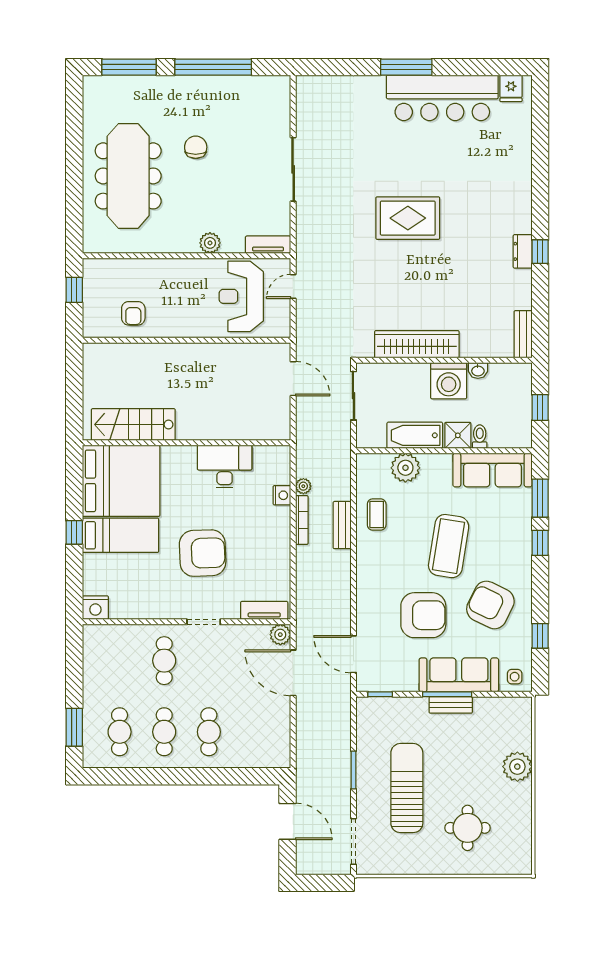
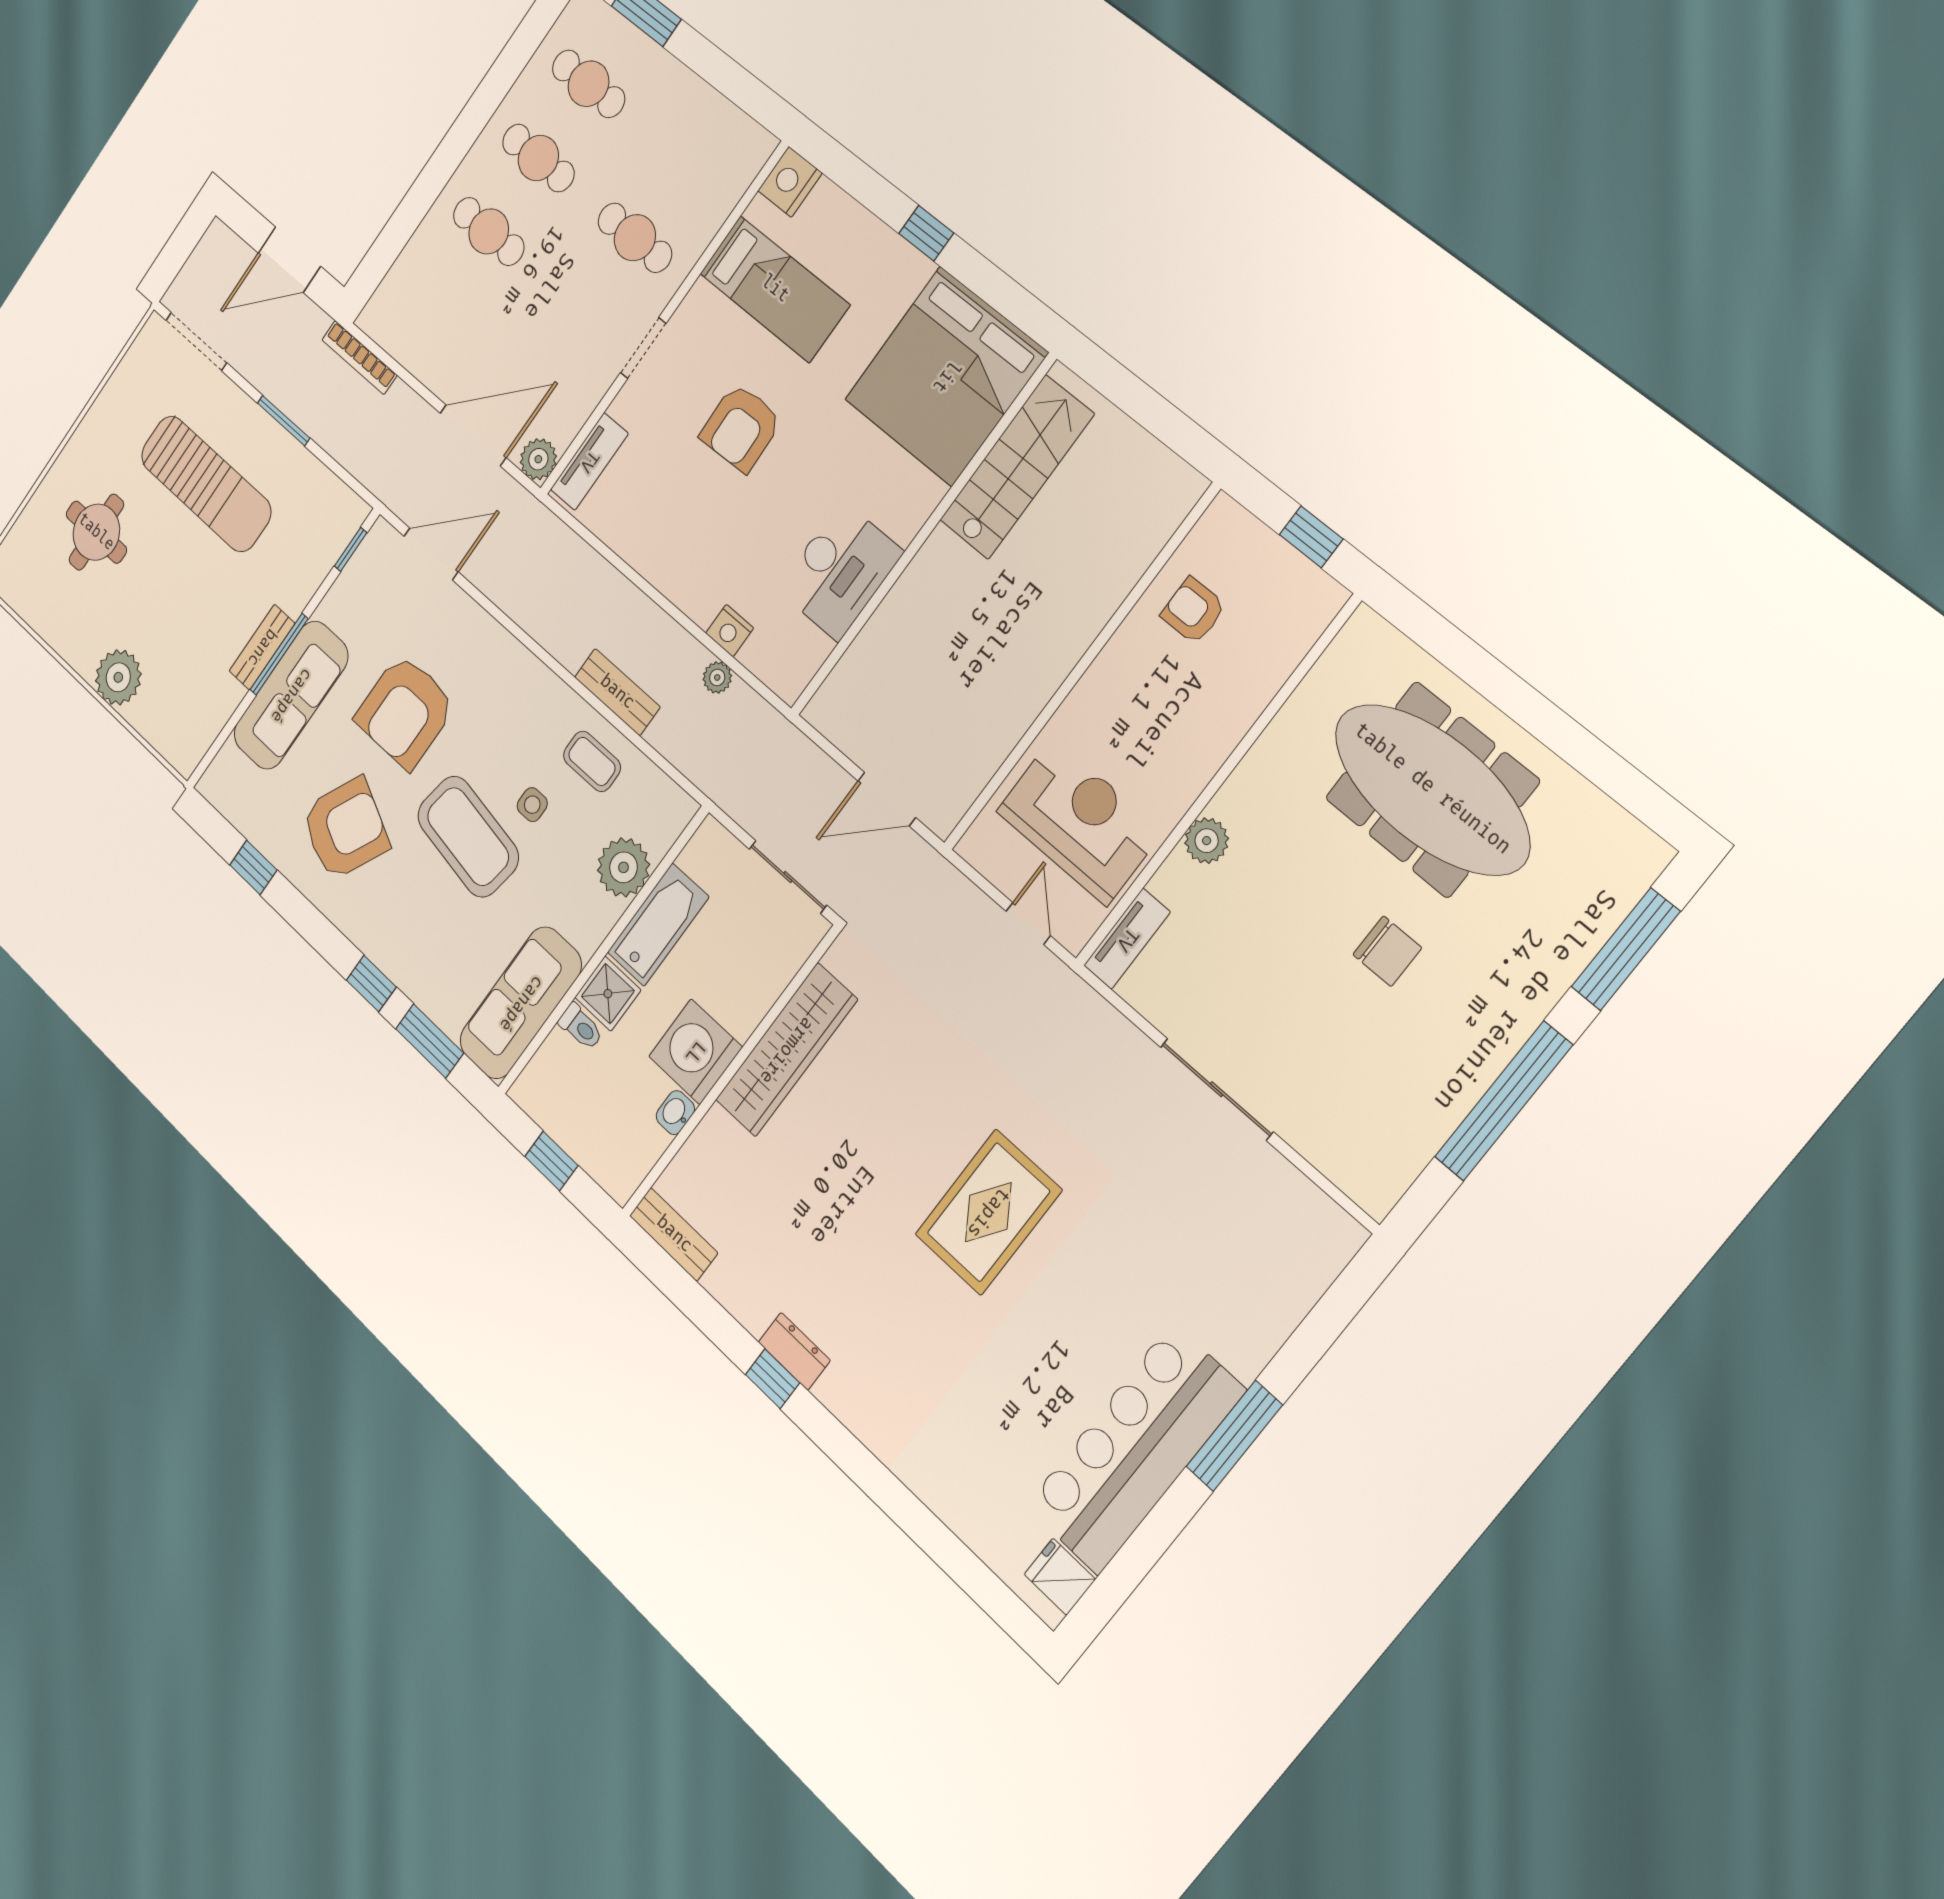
bookcase: (302, 520) -> (359, 357), moved
bed: (121, 535) -> (775, 289), moved, turned -90
armchair: (203, 553) -> (741, 428), width x0.73, depth x0.73
side table: (515, 677) -> (532, 805), moved

